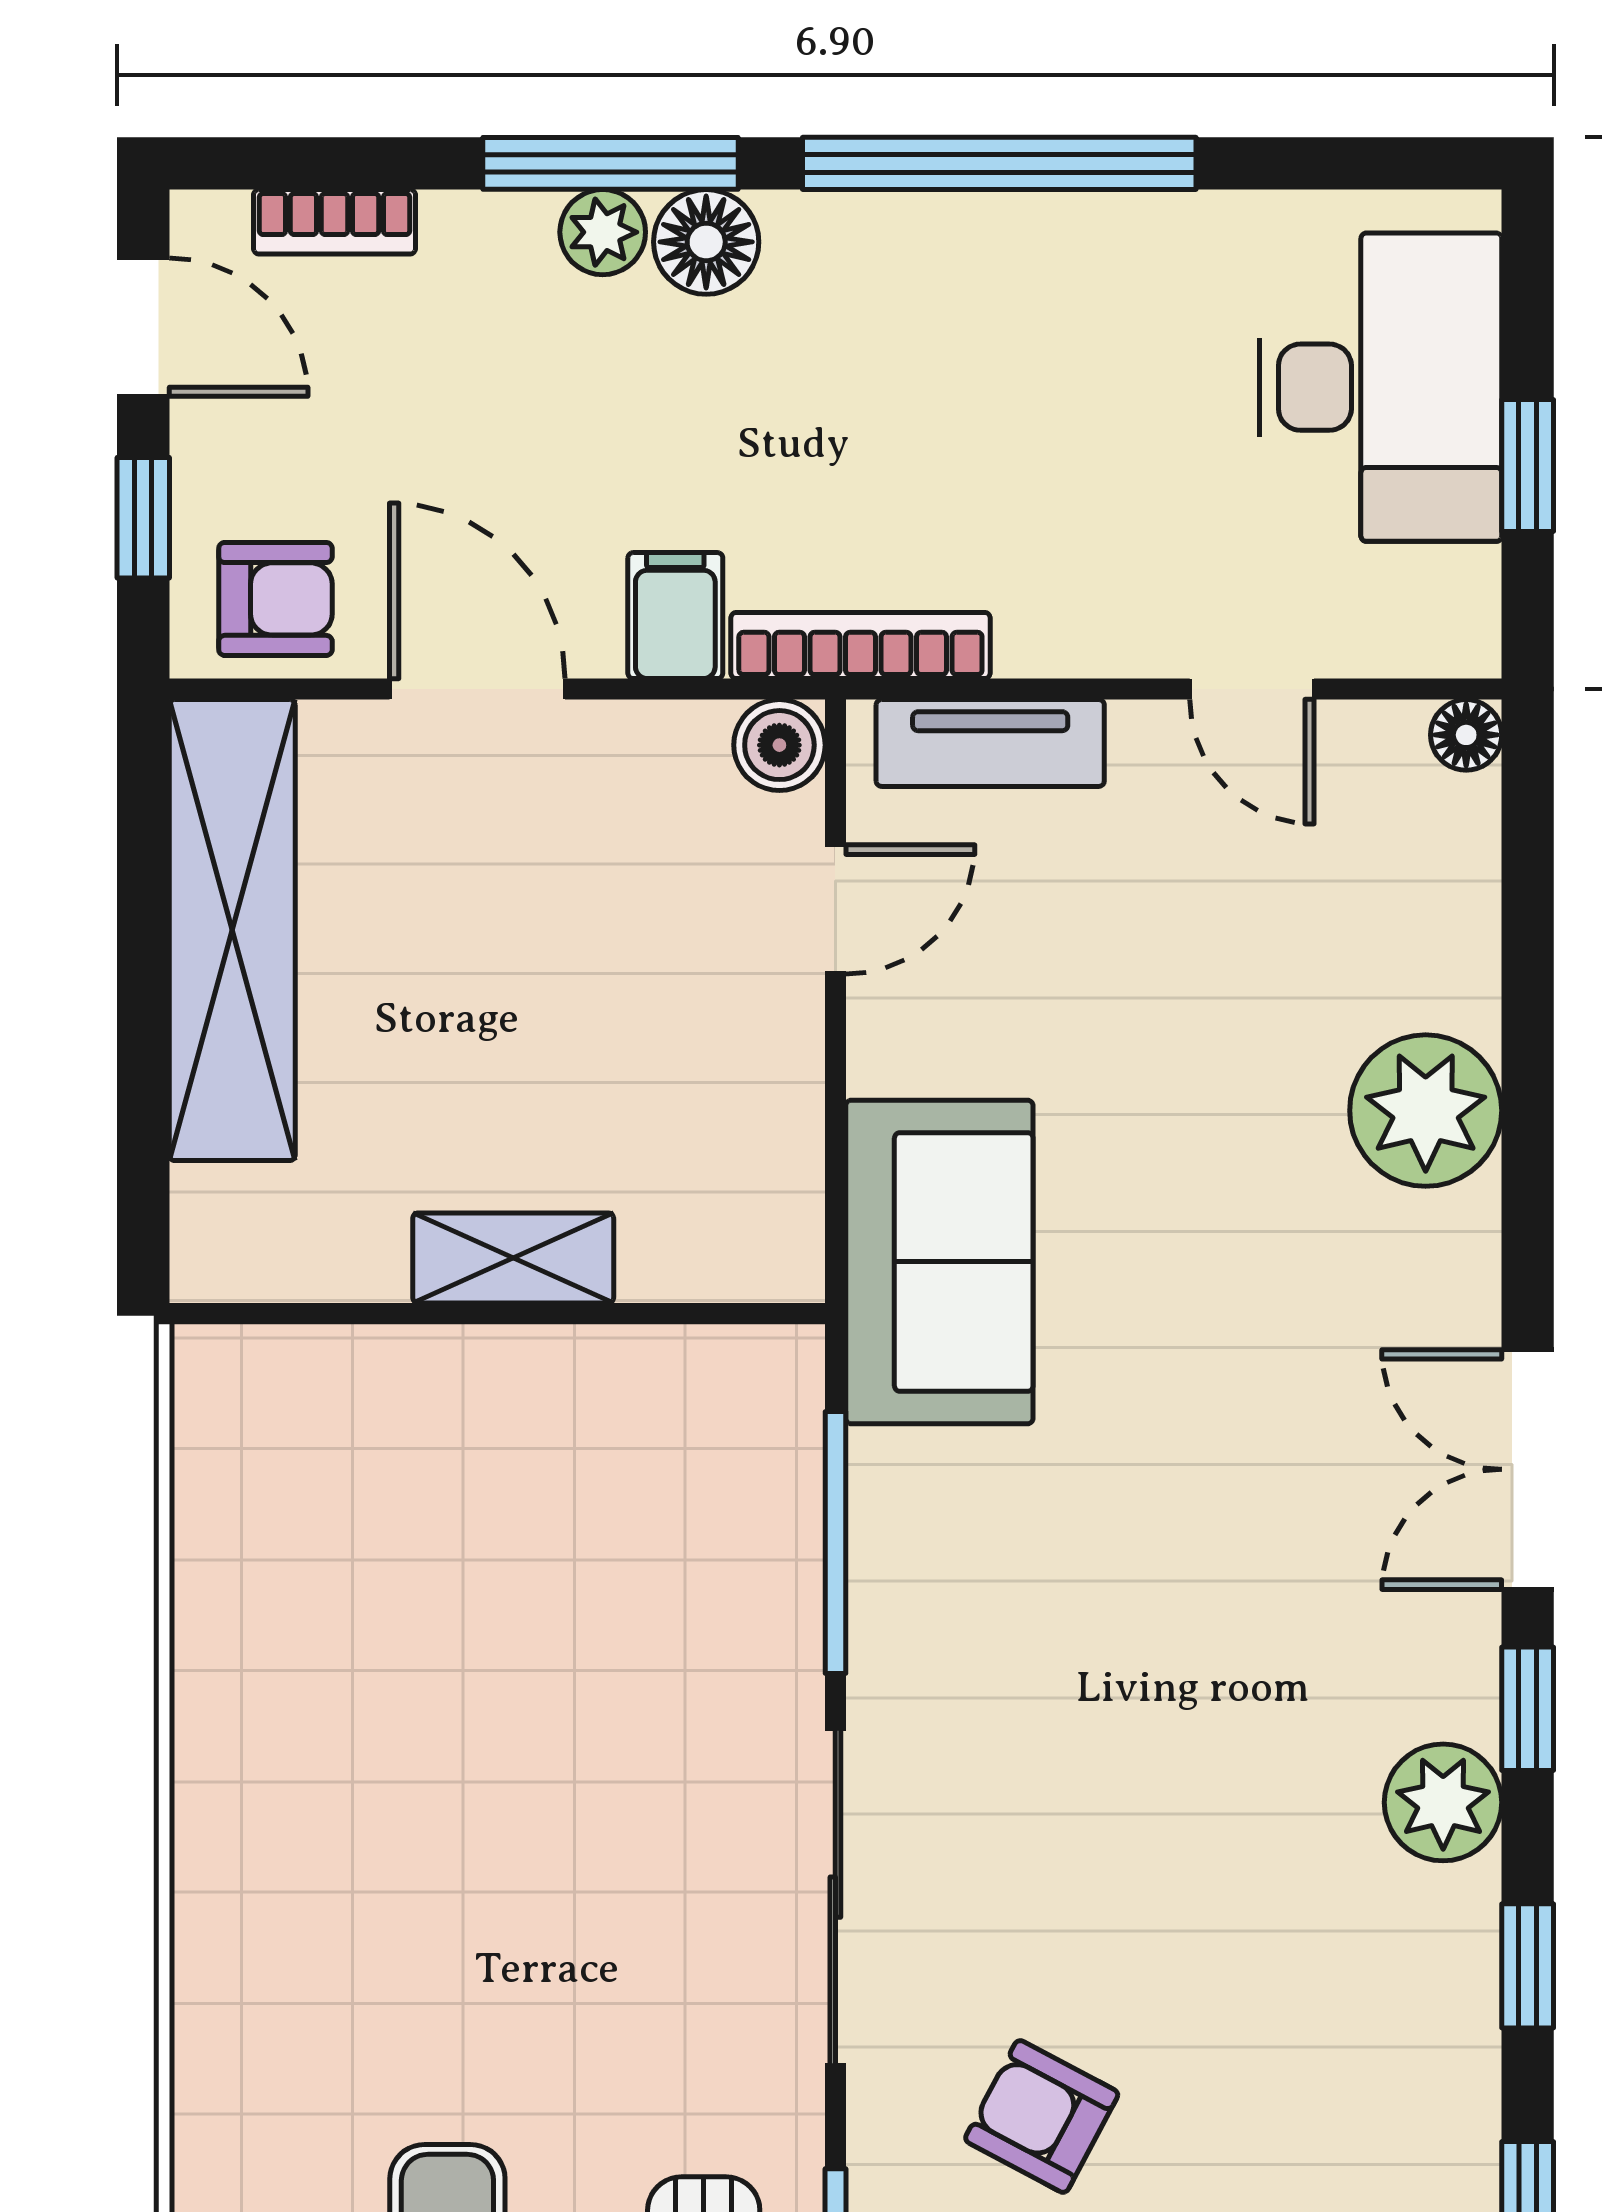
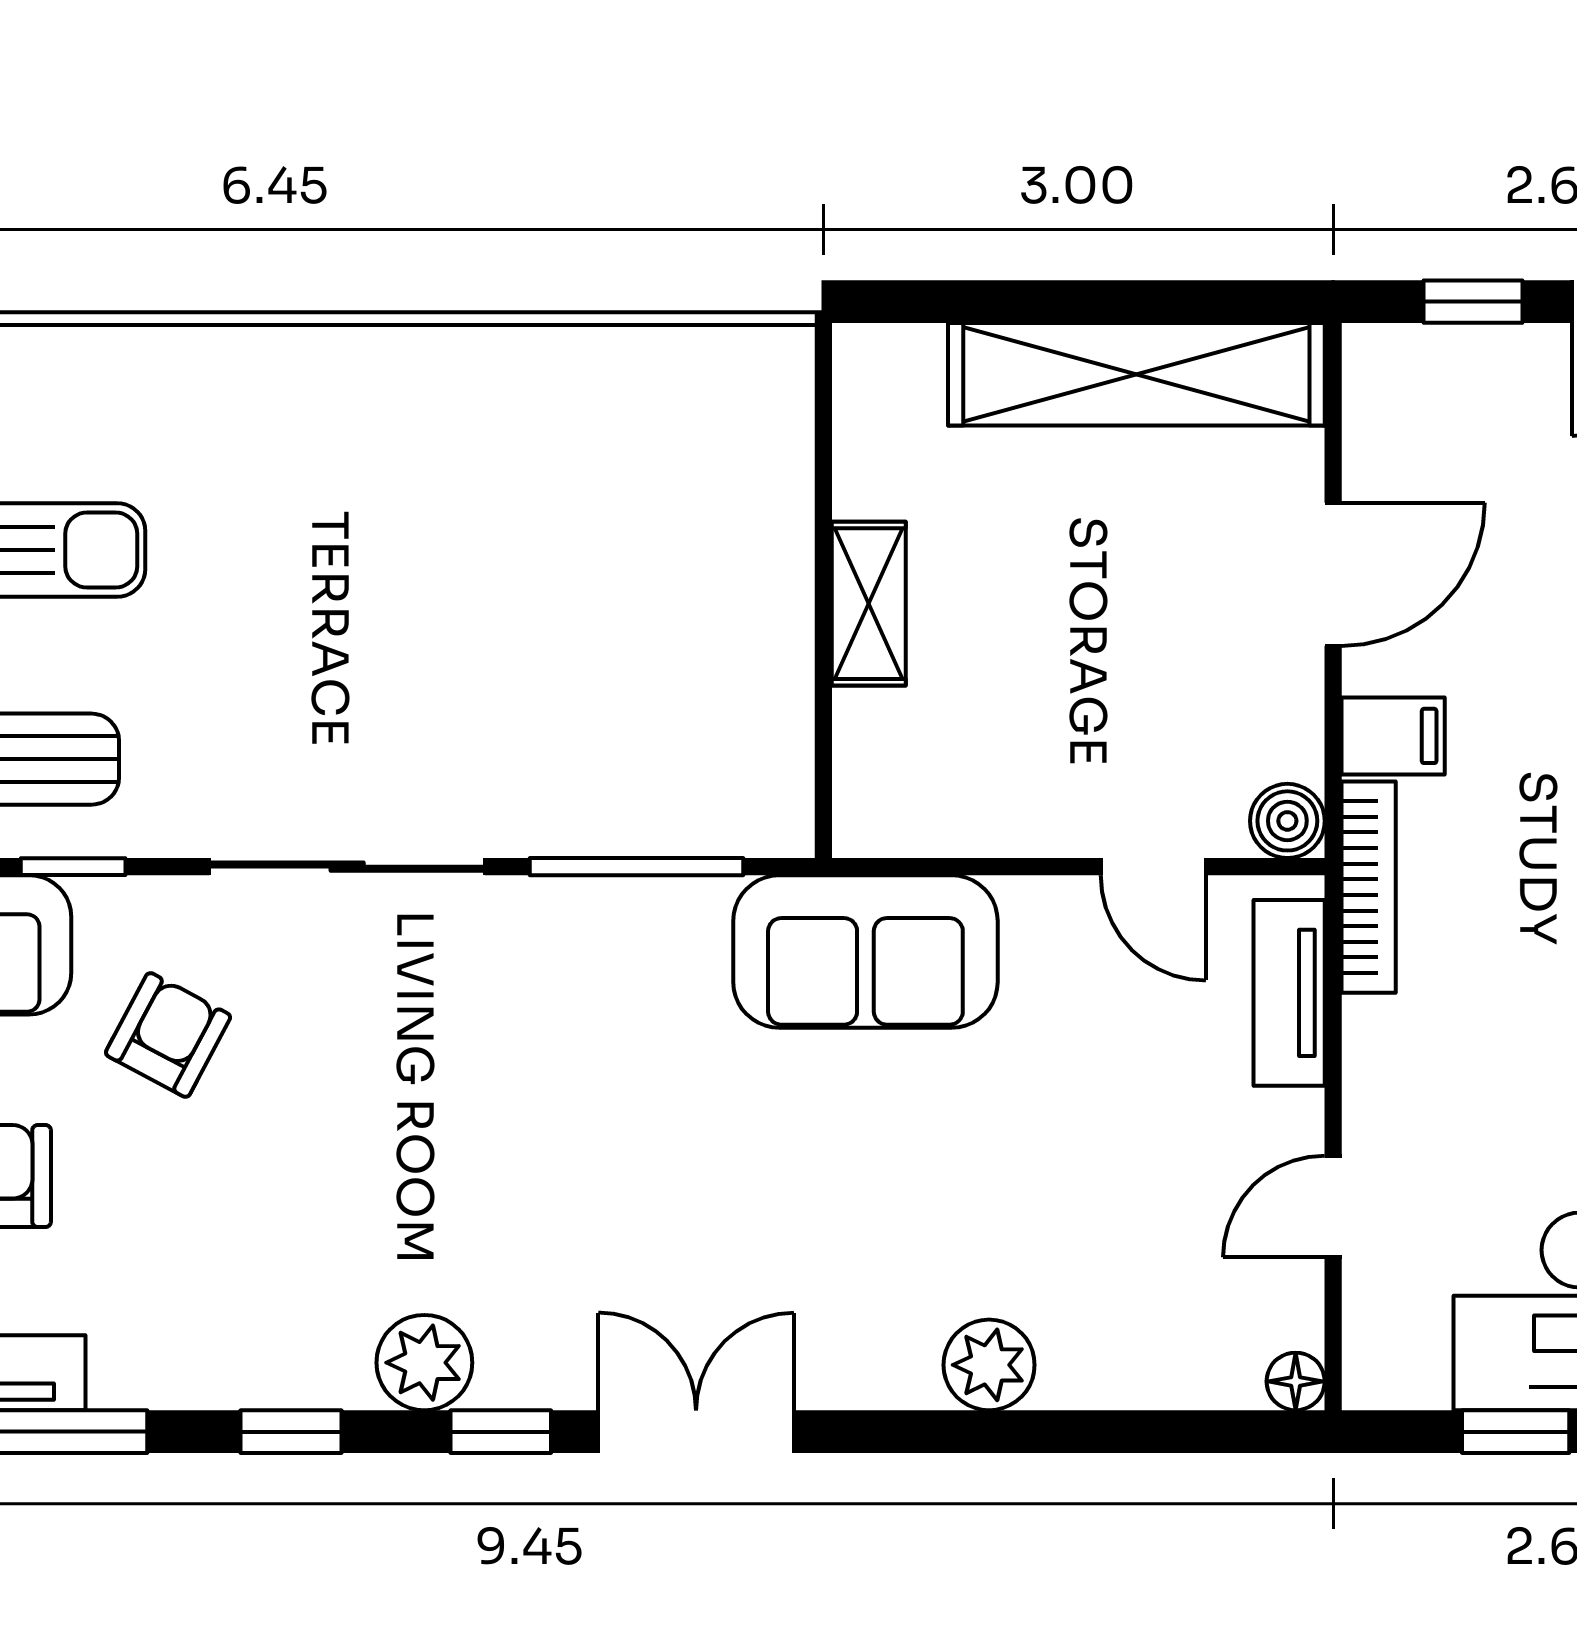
armchair: (275, 599) -> (1407, 410), removed
plant: (1426, 1111) -> (989, 1365), width x0.73, depth x0.73

